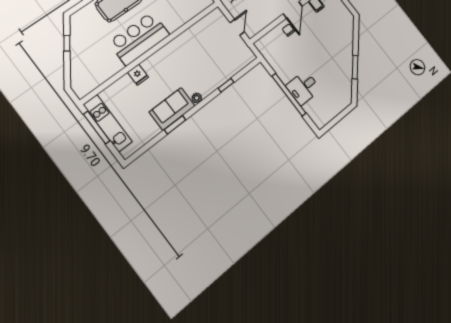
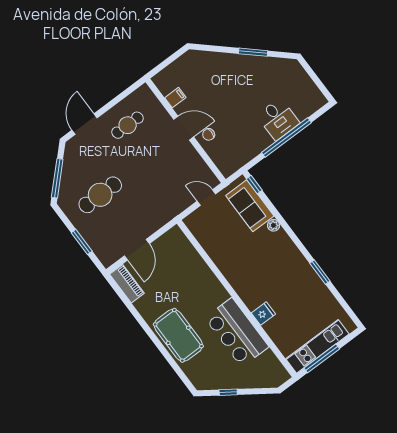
bar counter: (139, 38) -> (237, 332), moved
window: (226, 85) -> (254, 185), moved
plant: (197, 98) -> (274, 225), moved
sofa: (172, 109) -> (250, 206), moved

